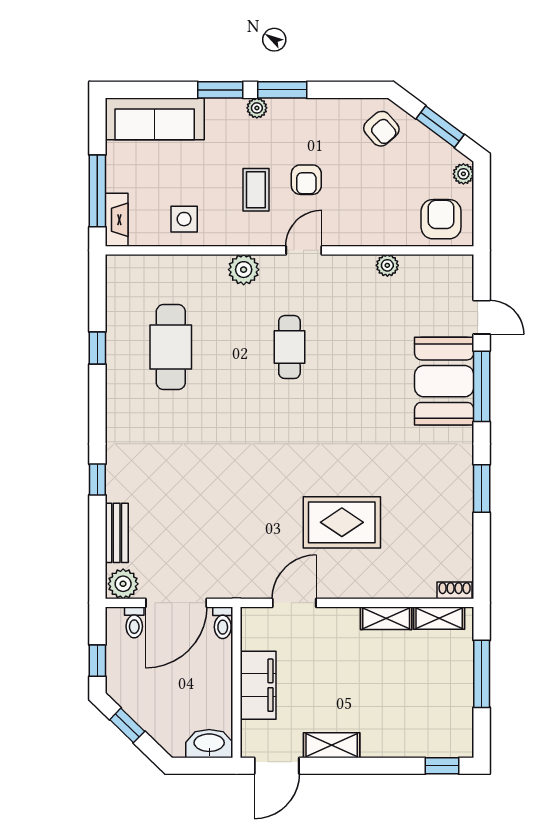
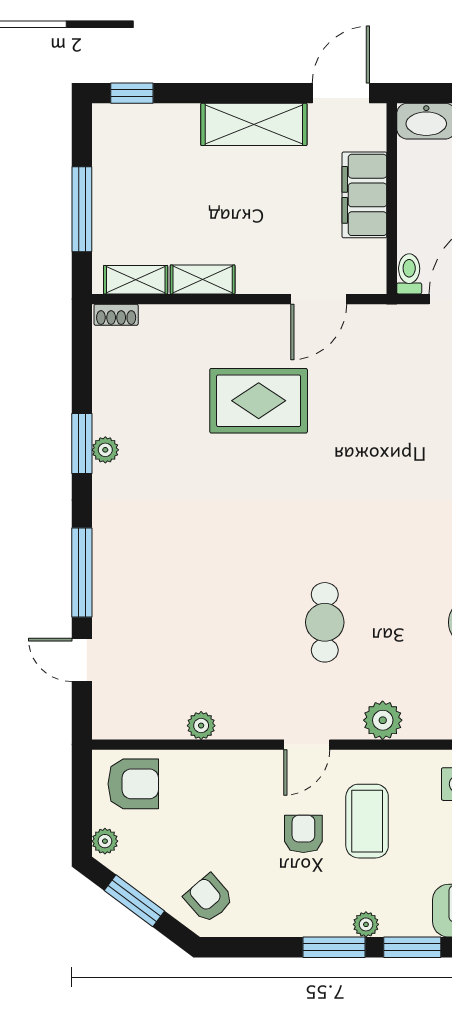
coffee table: (256, 190) -> (367, 821), width x1.36, depth x1.30
armchair: (441, 219) -> (133, 784), turned -90
booth: (444, 381) -> (129, 579), removed
plant: (463, 483) -> (105, 450), added
shelving: (332, 745) -> (254, 124), width x1.50, depth x1.33

